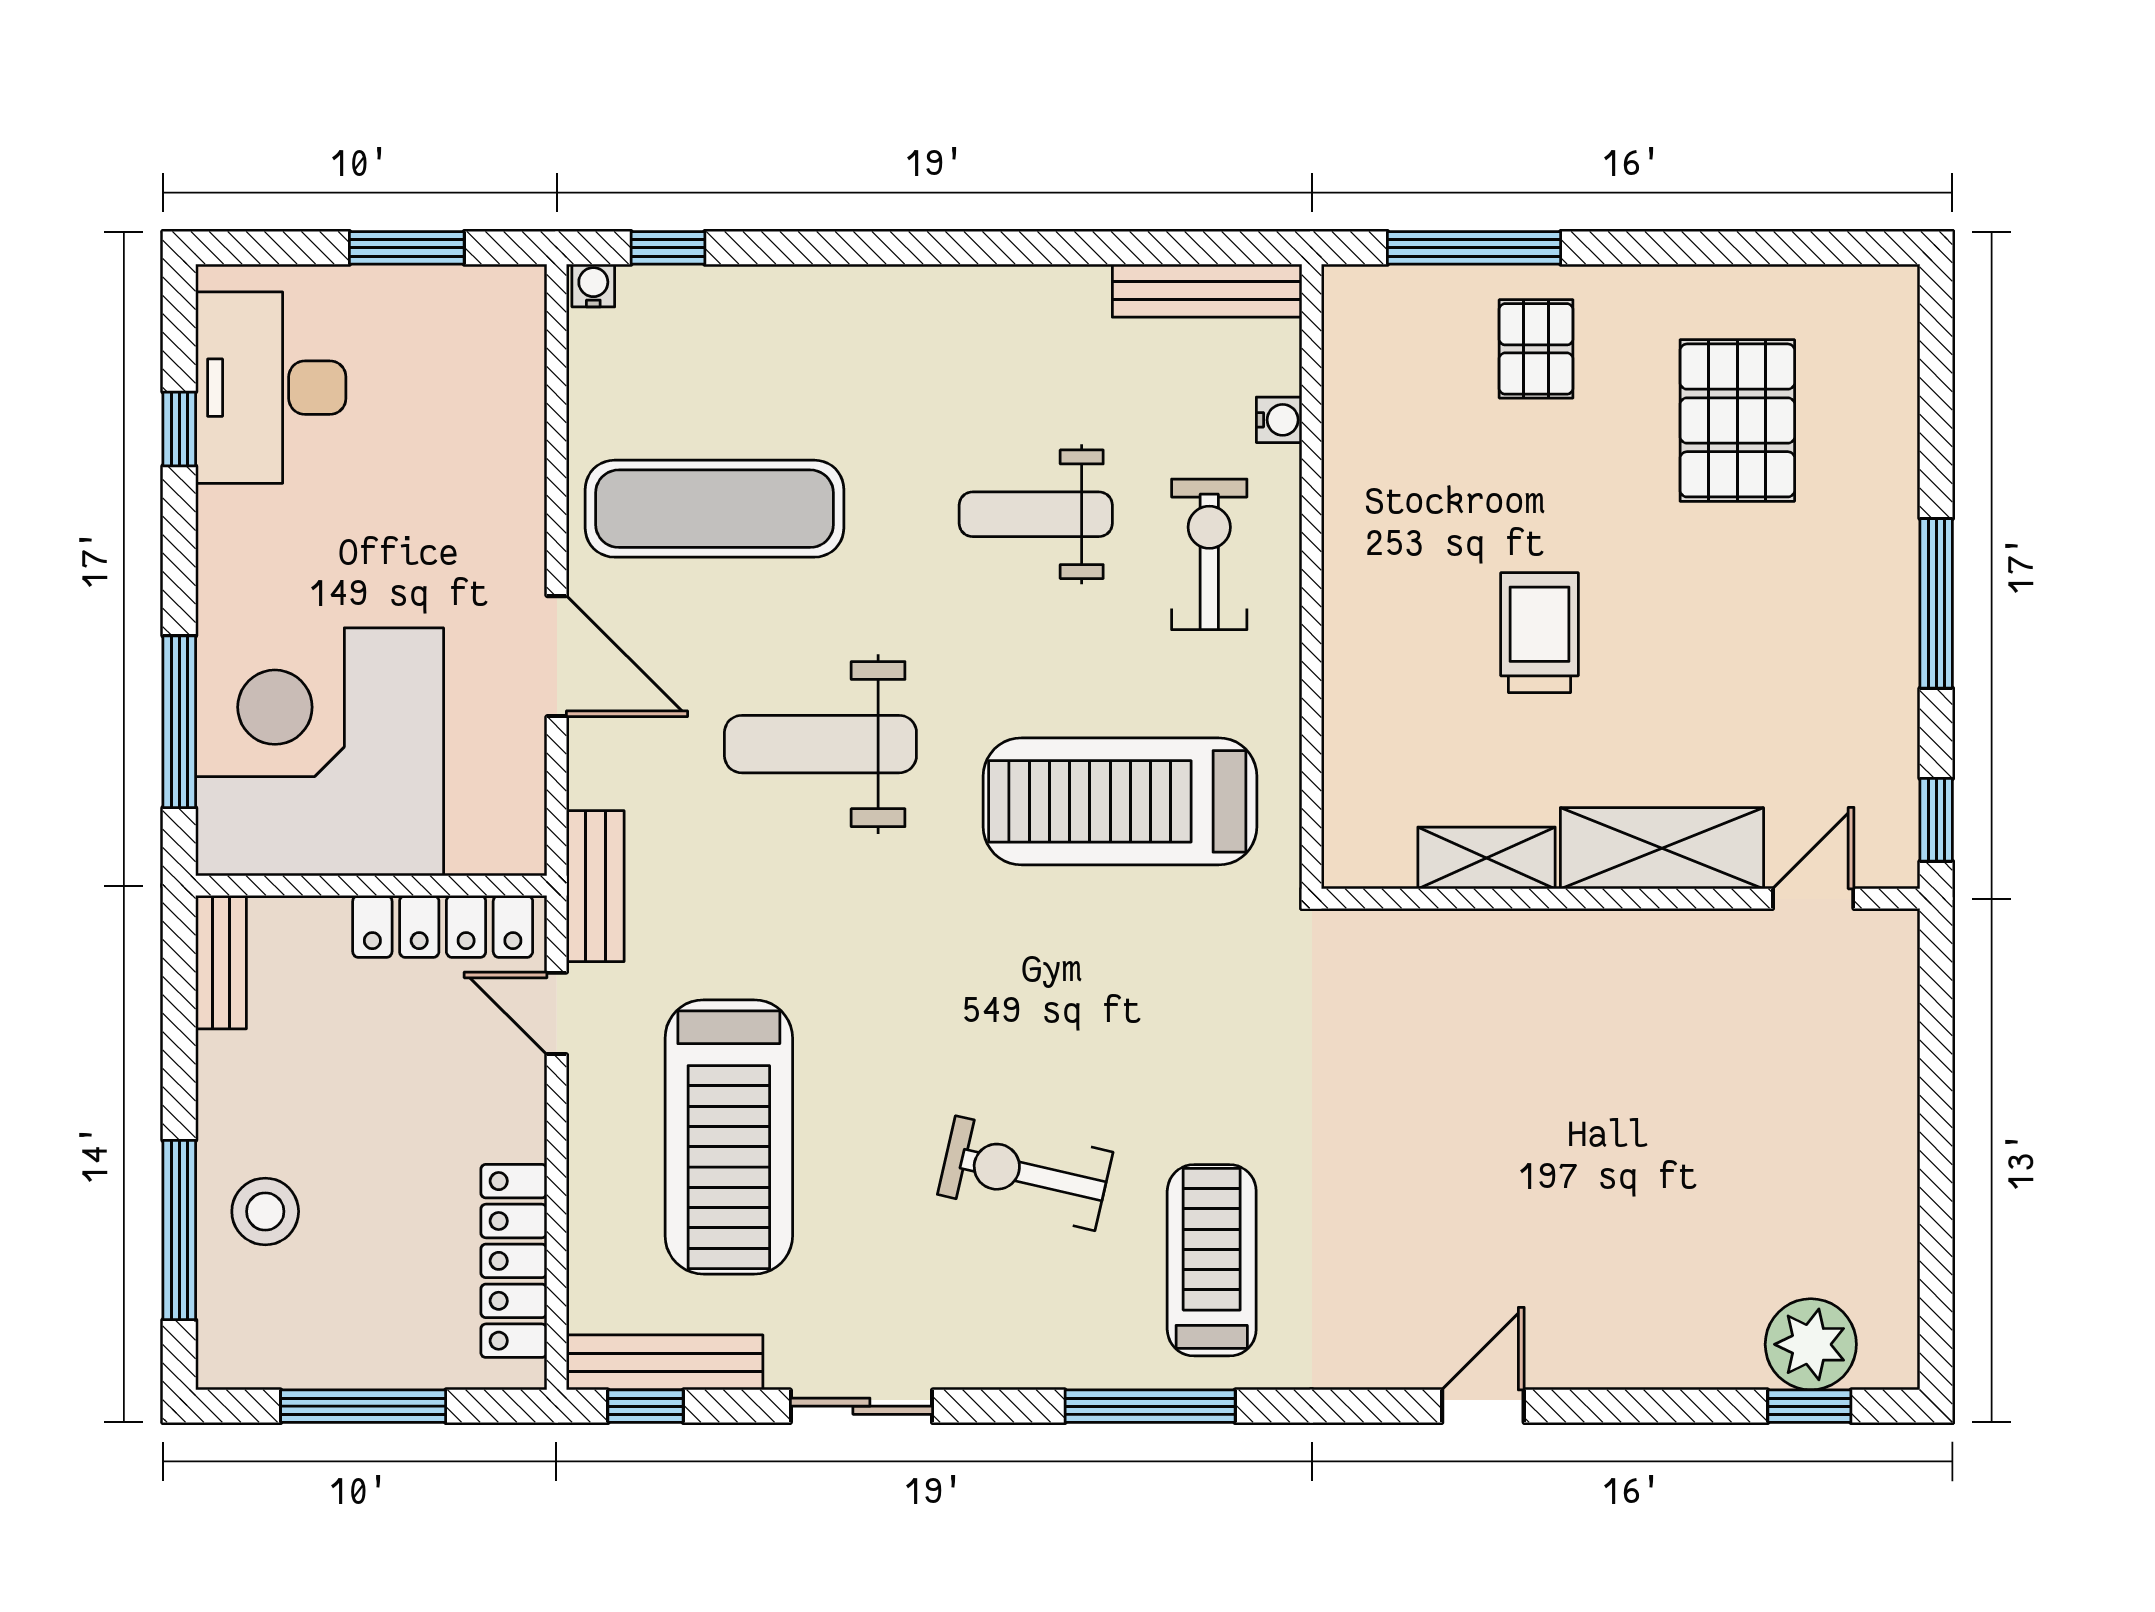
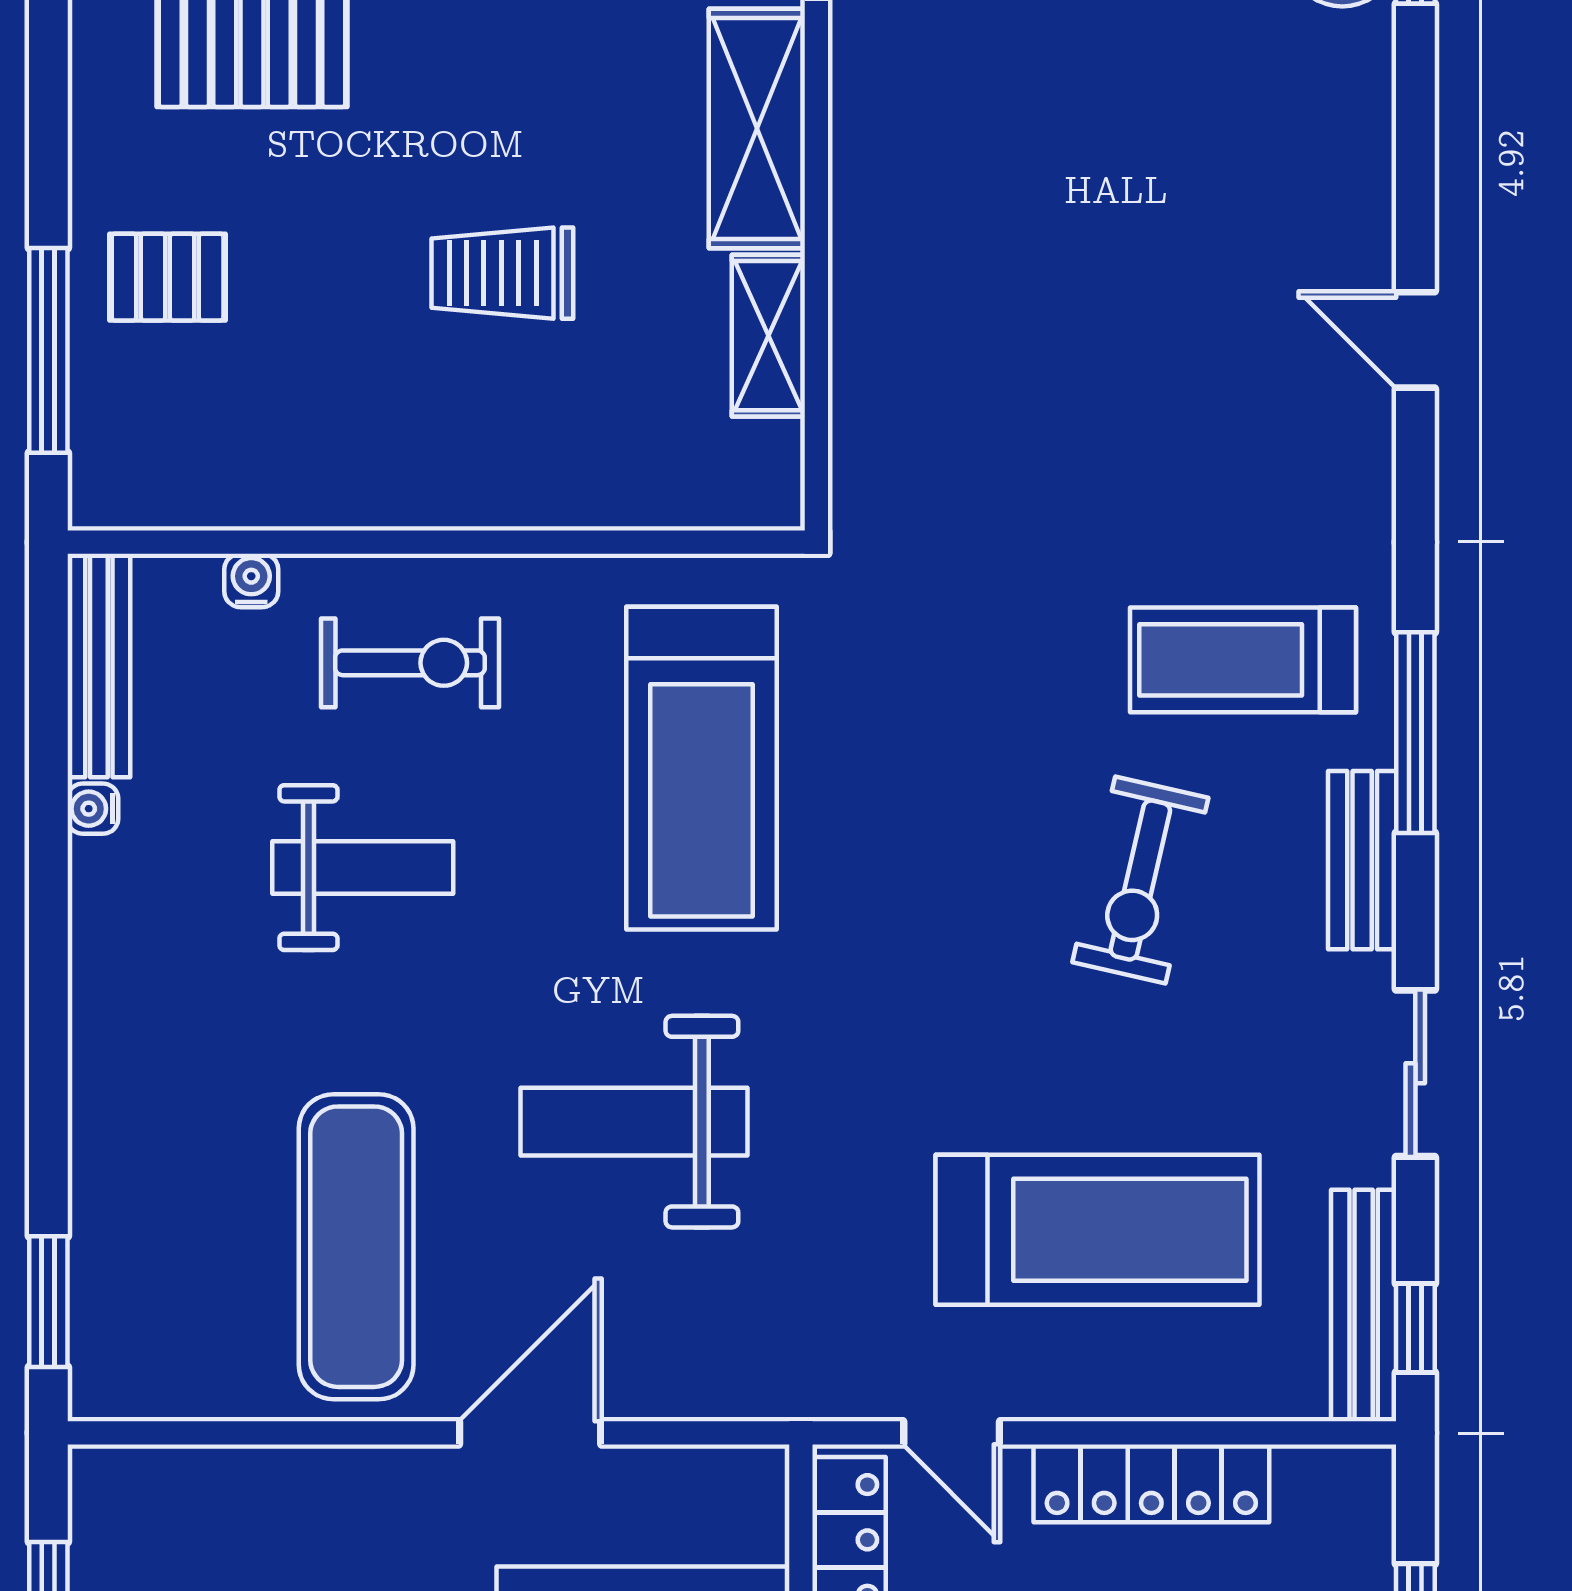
window: (668, 248) -> (48, 1302), width x1.50
water cooler: (593, 286) -> (93, 809), moved
weight bench: (1036, 514) -> (363, 868), turned -90
exercise bike: (1209, 554) -> (410, 663), turned 180
weight bench: (820, 744) -> (634, 1122), turned 90
bench: (595, 886) -> (1362, 860), moved, turned 90
door: (557, 1013) -> (952, 1433), hinge flipped
locker: (514, 1261) -> (1151, 1483), moved

